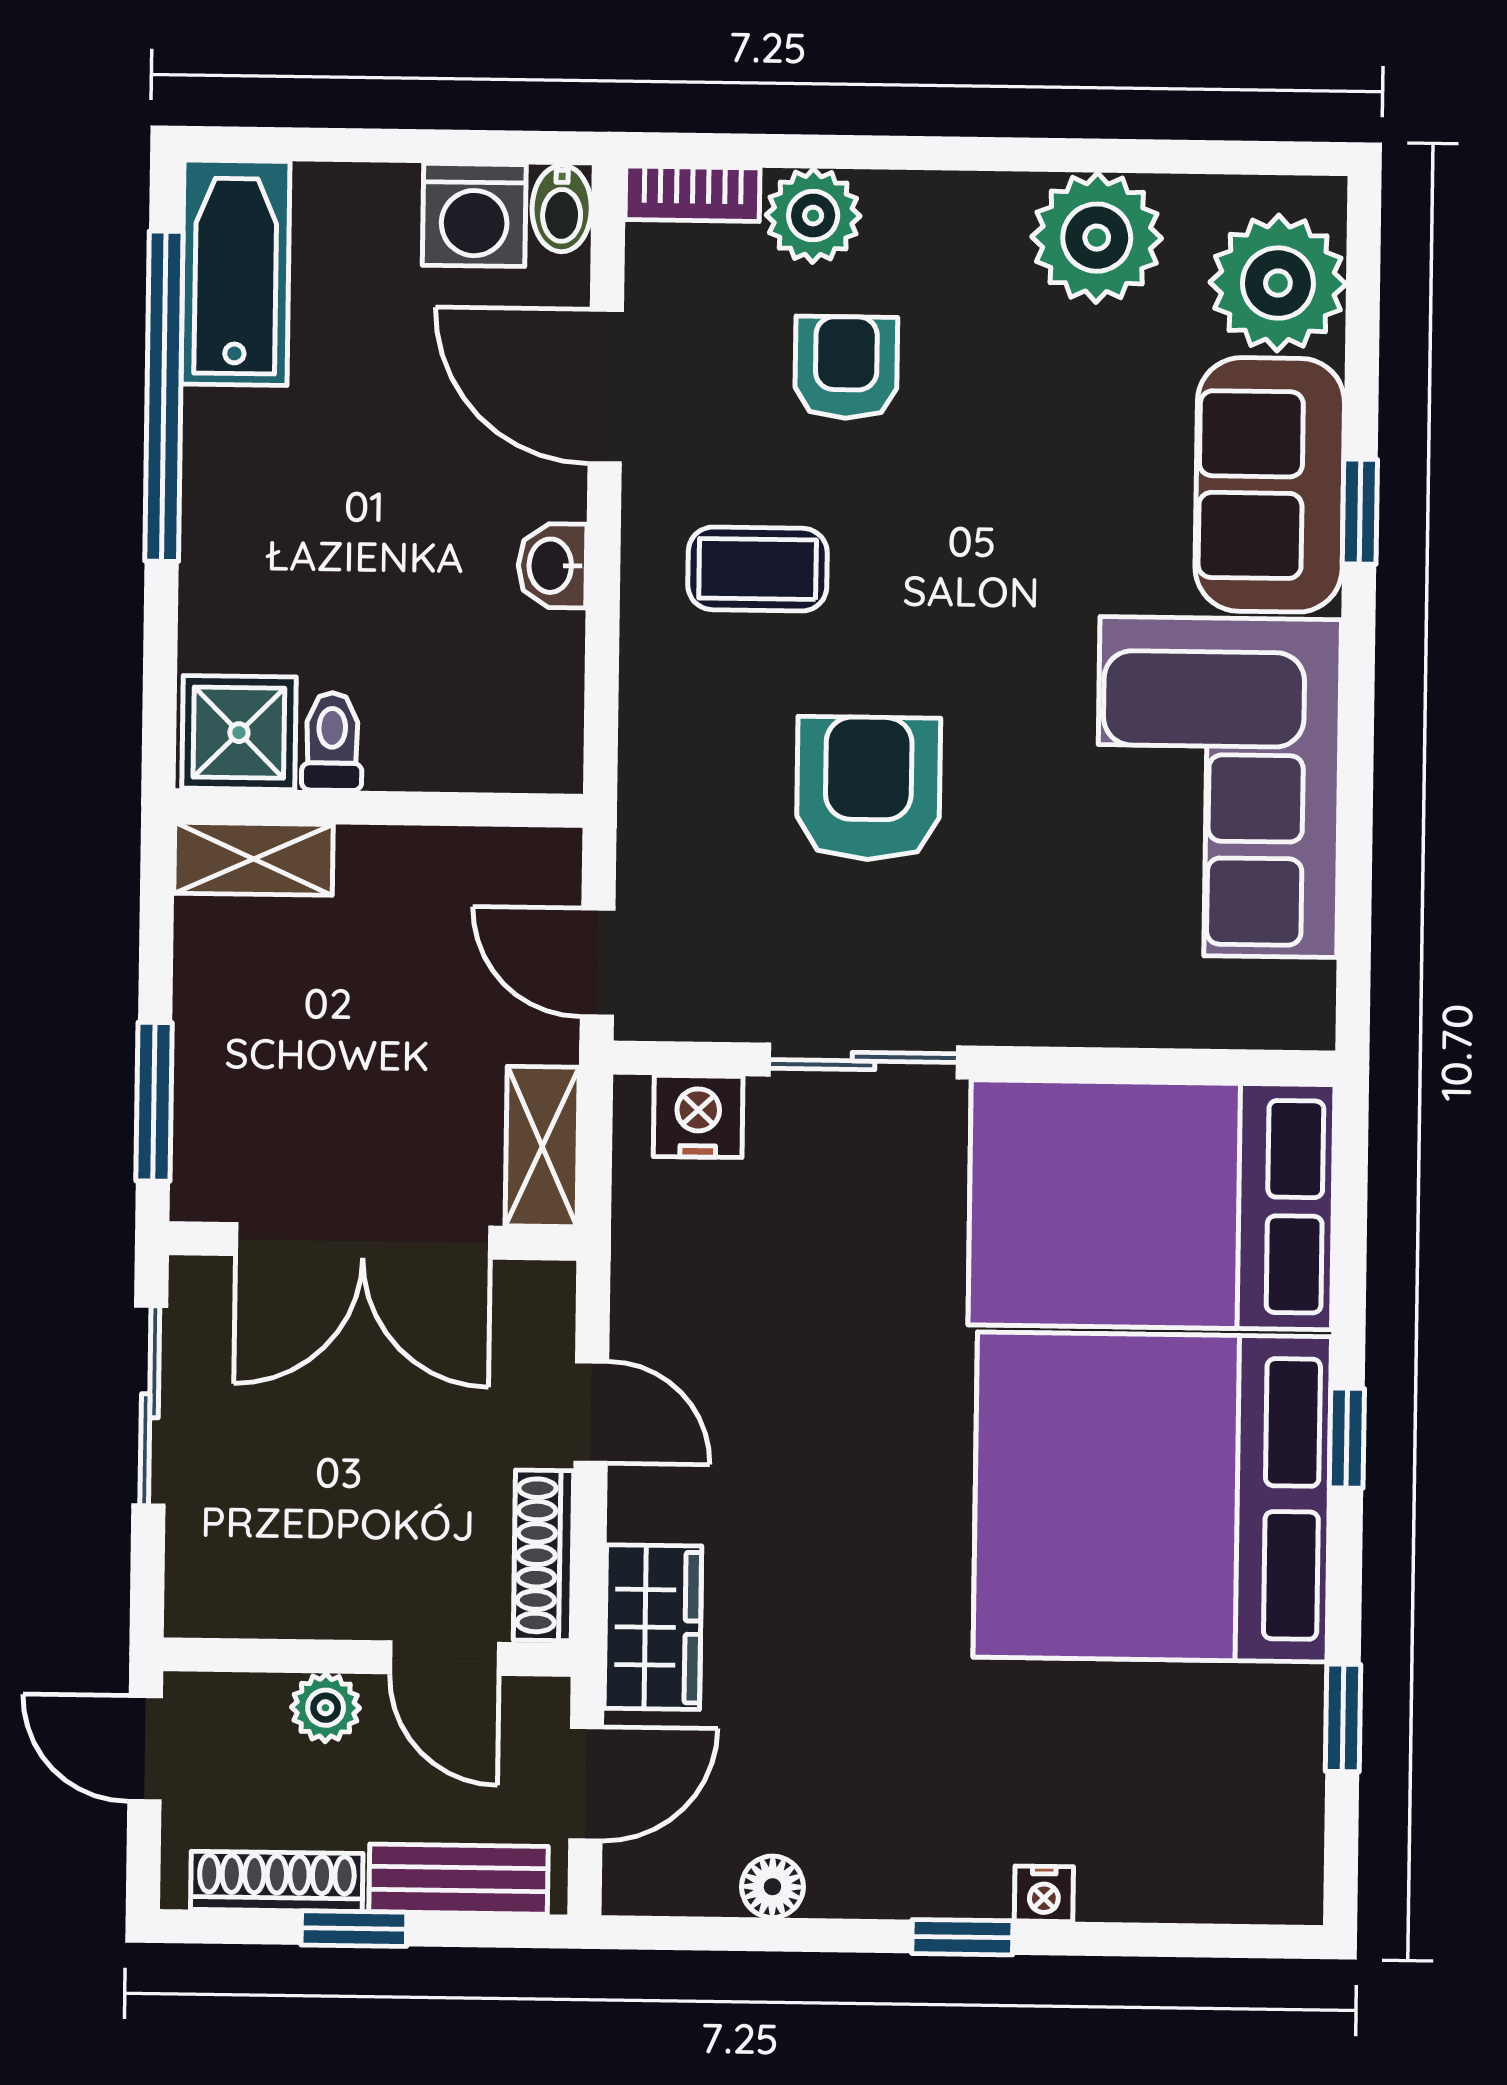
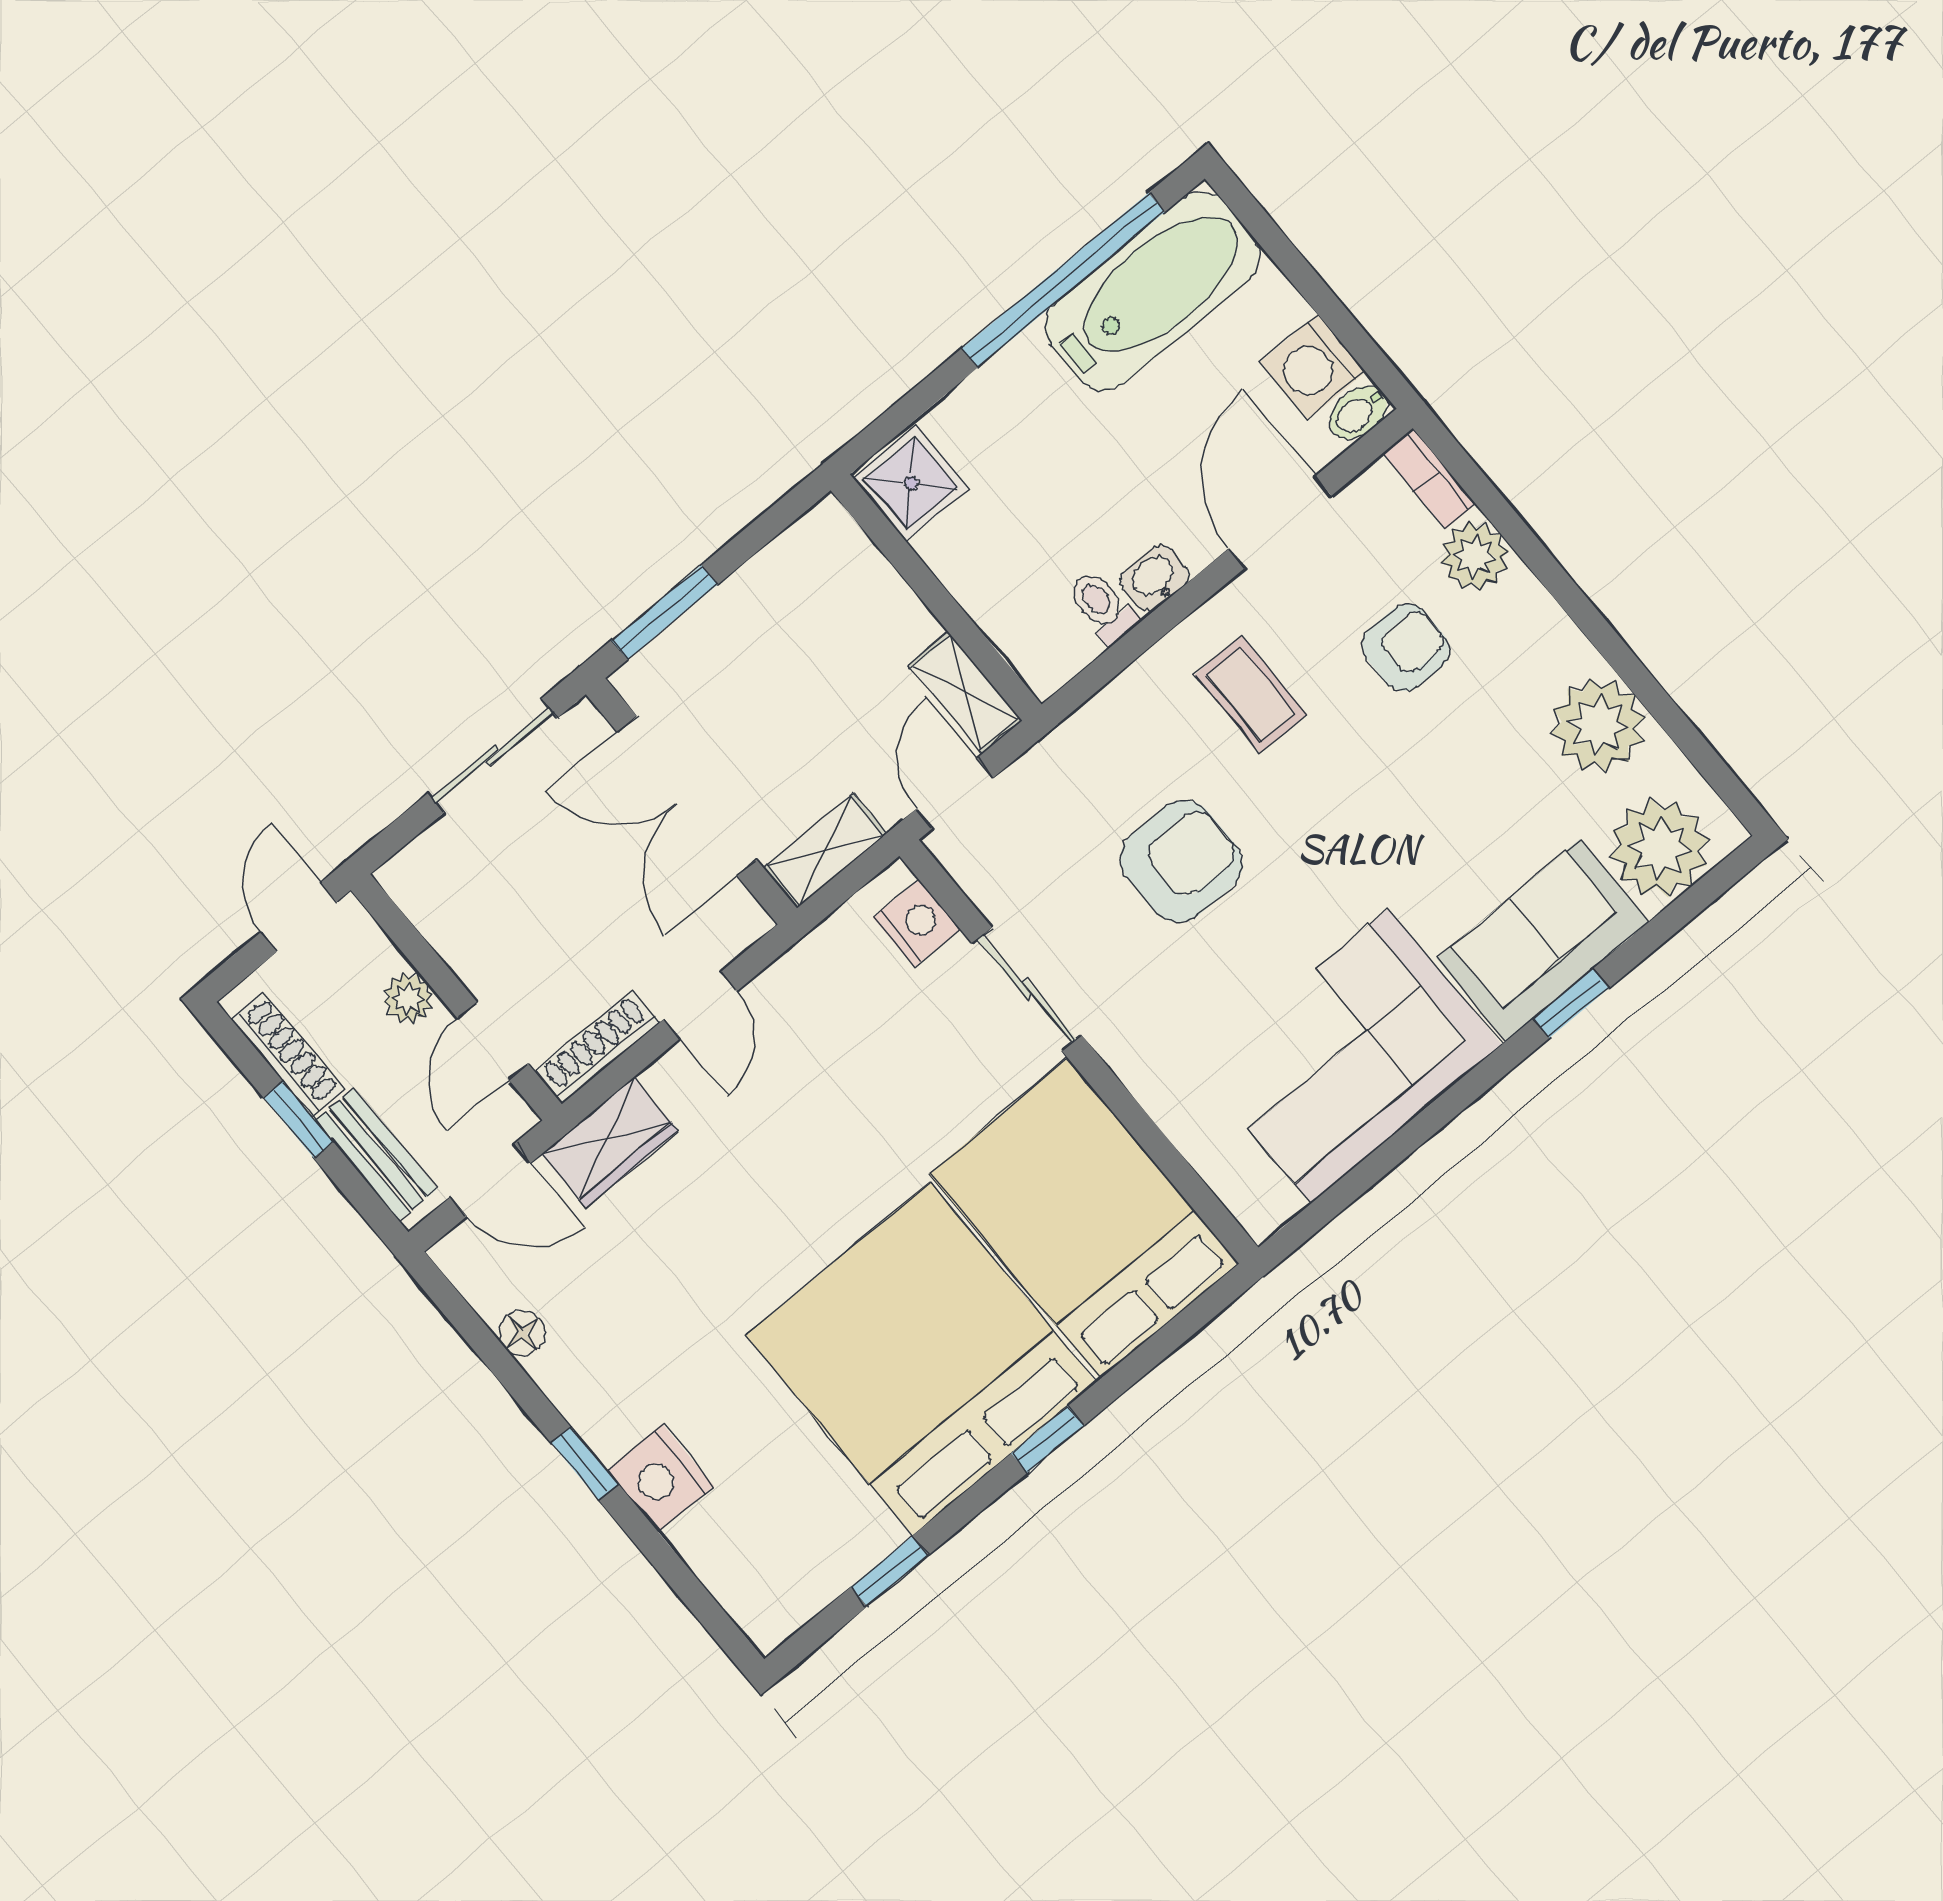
bathtub: (236, 273) -> (1152, 291), width x1.36, depth x1.36
toilet: (332, 742) -> (1103, 607), moved, turned -90
shelving: (254, 859) -> (965, 693), moved
nightstand: (1044, 1894) -> (660, 1478), width x1.89, depth x1.79

